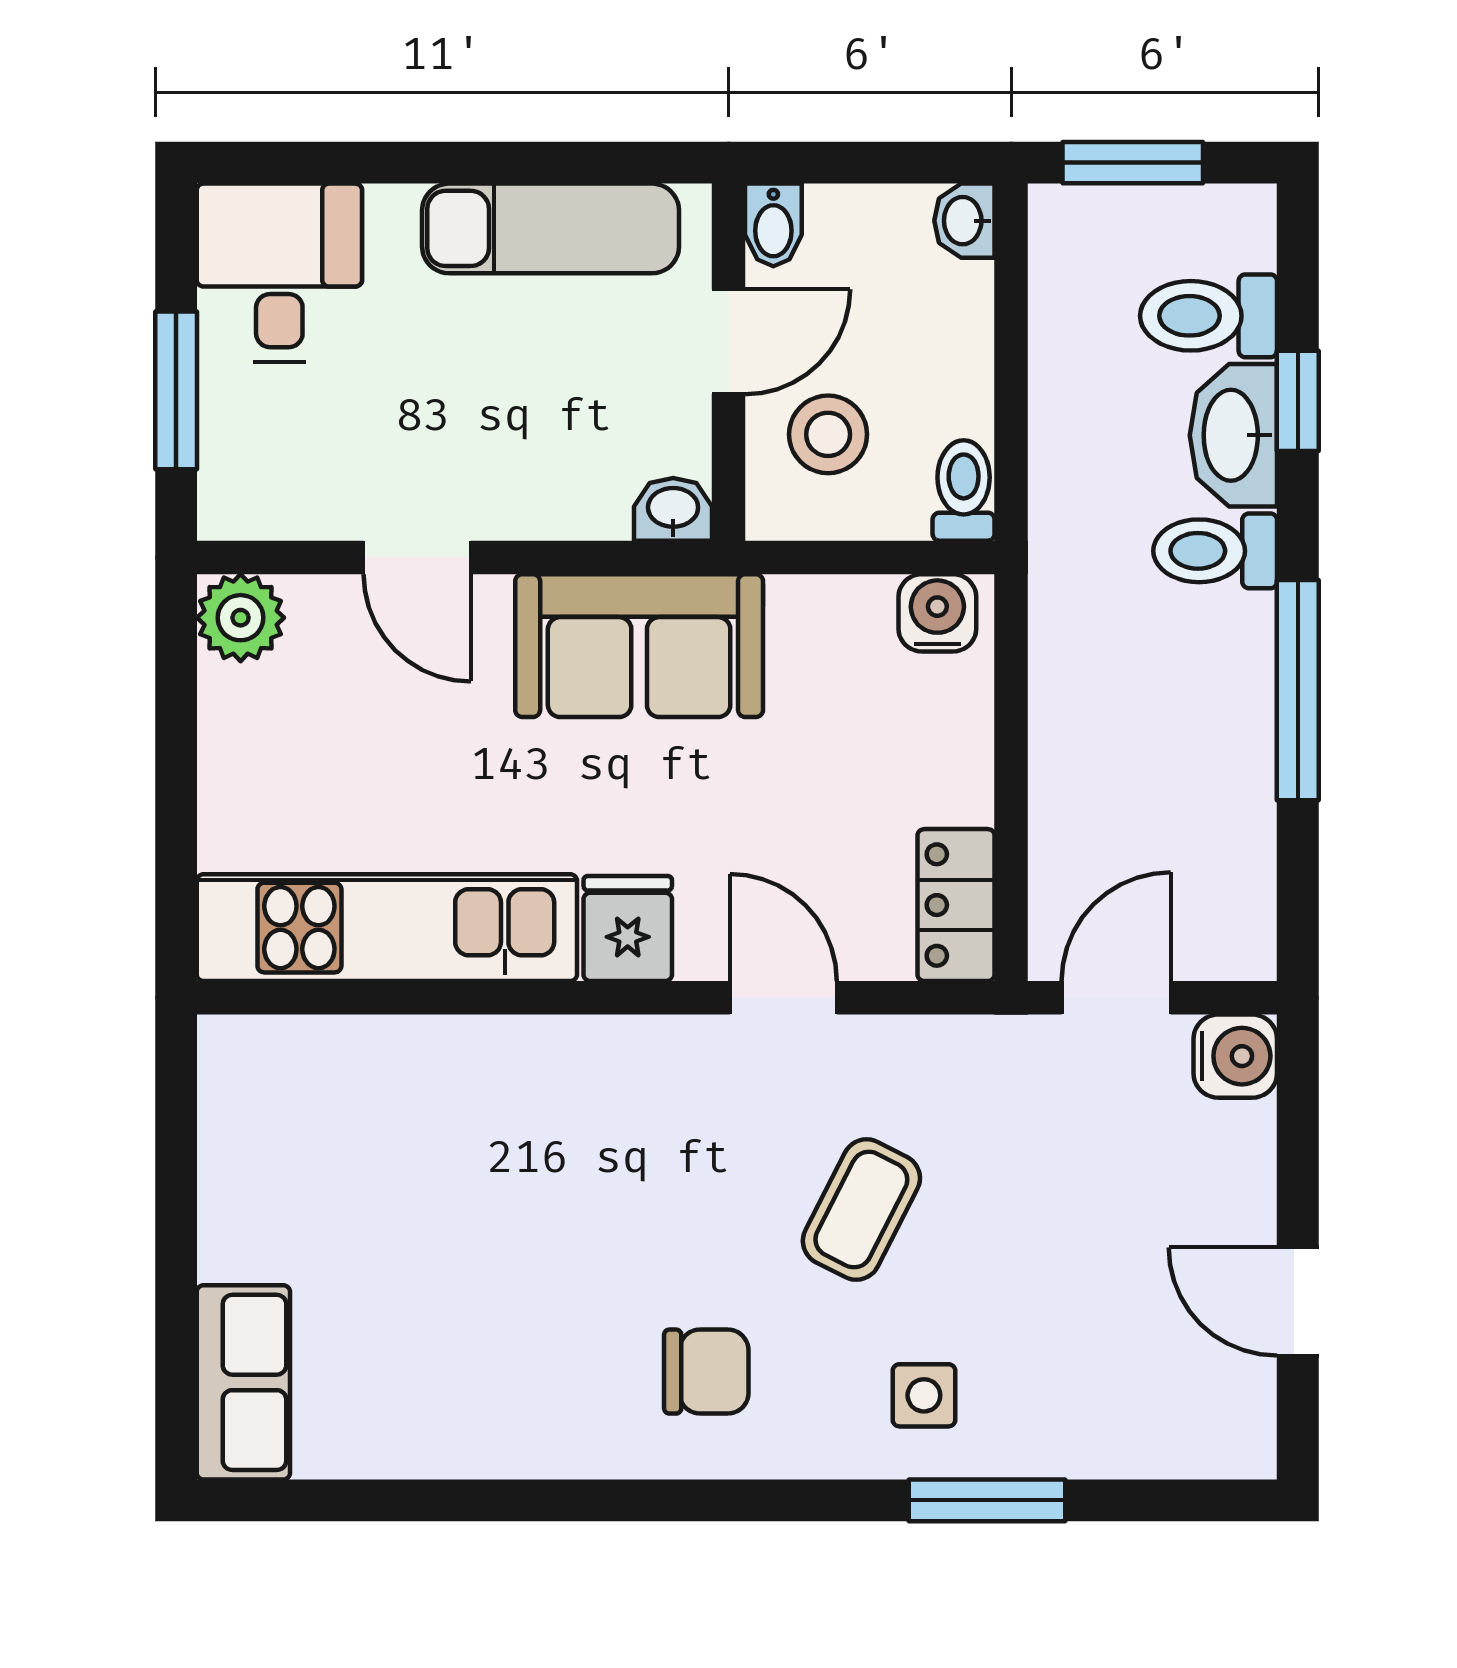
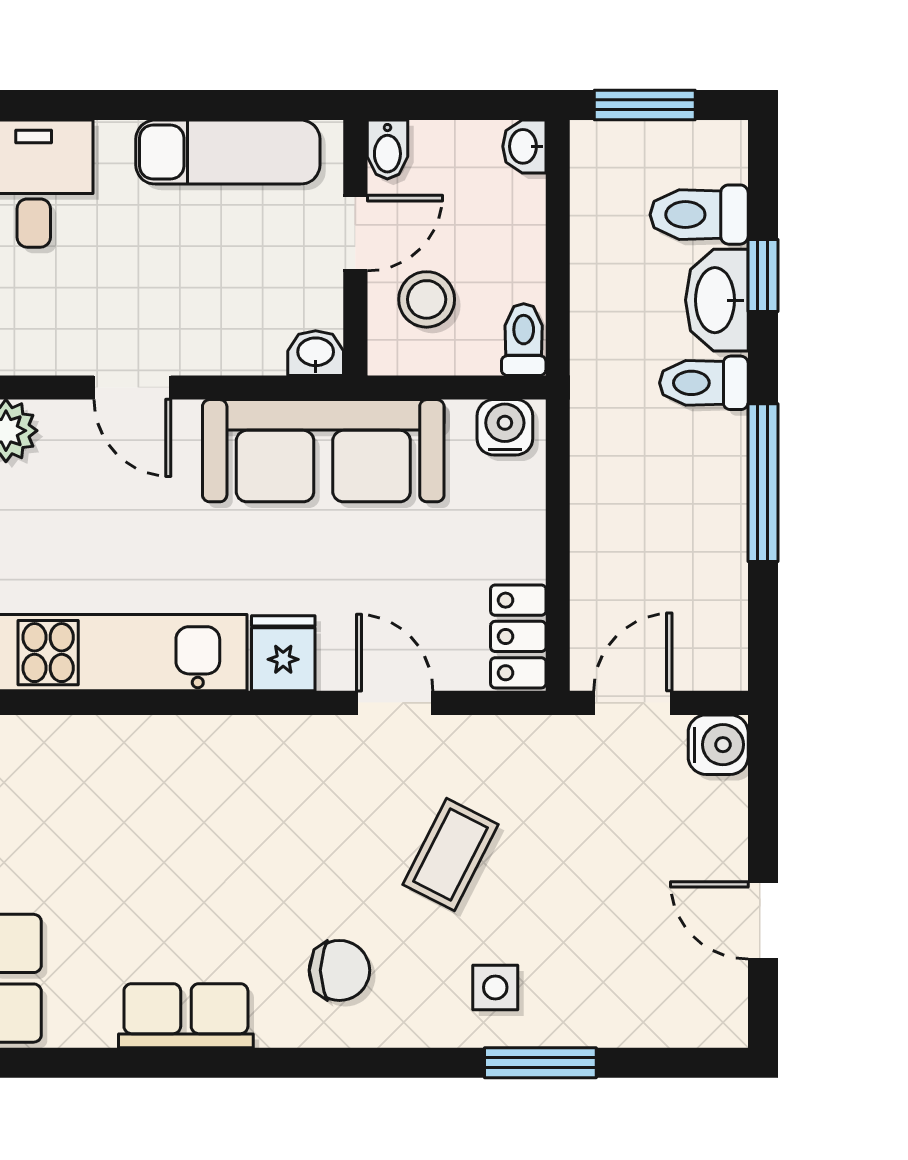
sofa: (639, 646) -> (323, 451), width x1.36
row of seats: (492, 1435) -> (186, 1016), added

